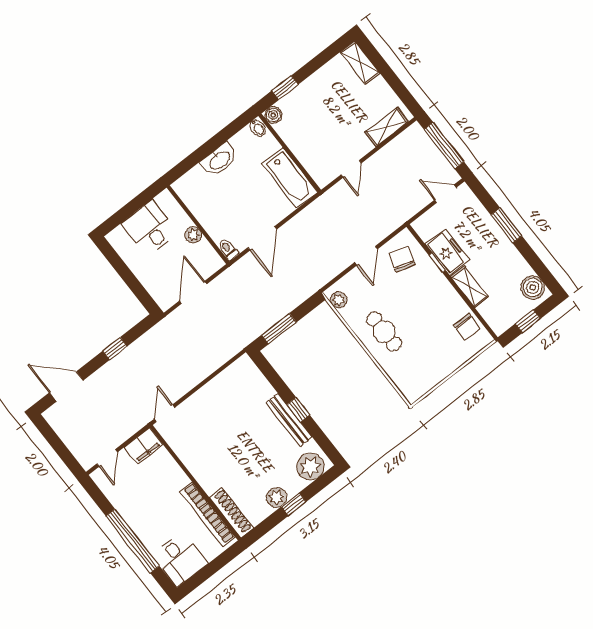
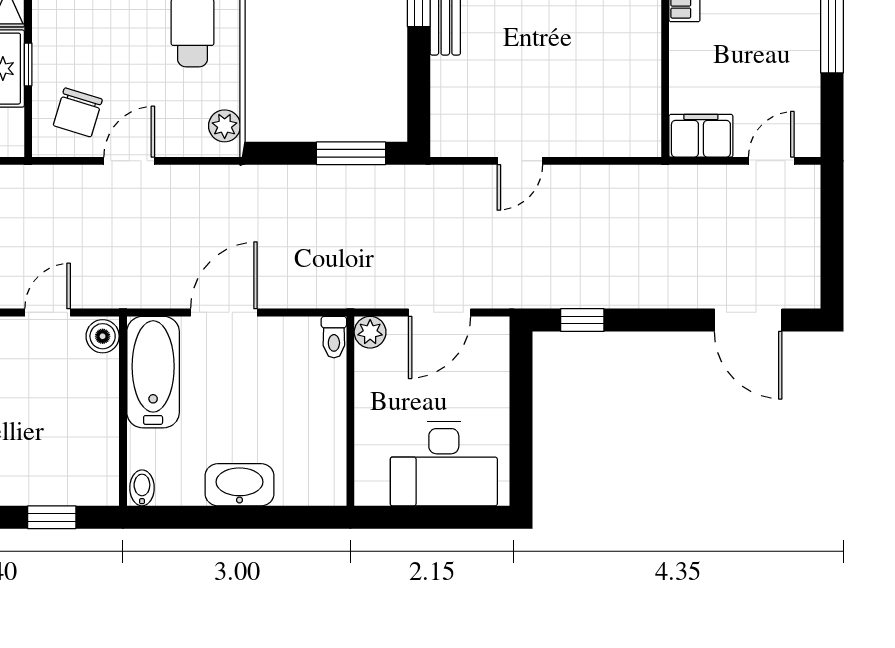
boiler: (273, 115) -> (103, 336), moved
desk: (150, 228) -> (444, 464), width x1.37
plant: (193, 235) -> (370, 332), moved
door: (262, 238) -> (224, 312), moved
window: (115, 349) -> (582, 320), moved
door: (165, 413) -> (520, 161), moved

